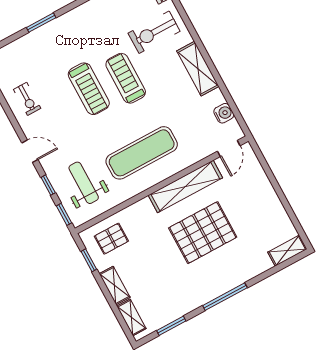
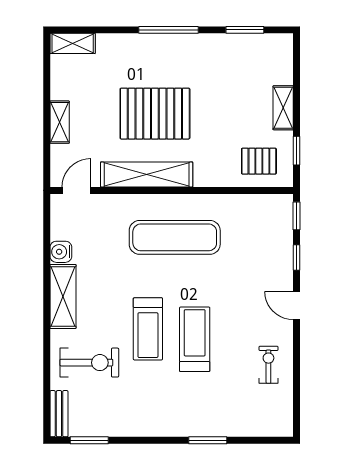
water cooler: (224, 113) -> (61, 252), moved
weight bench: (84, 183) -> (256, 239), removed
shelving: (131, 317) -> (60, 122), moved

